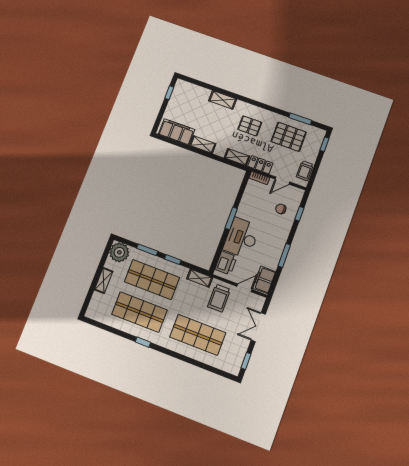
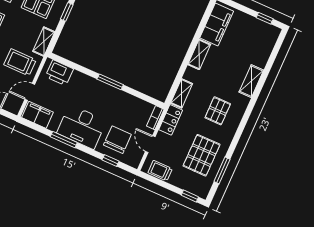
chair: (281, 209) -> (117, 140), width x1.87, depth x1.87
desk: (241, 238) -> (82, 127), moved, turned 180
door: (244, 288) -> (30, 92), swing flipped

